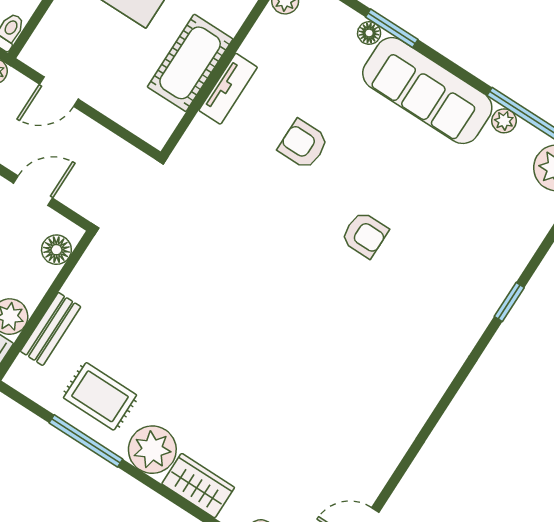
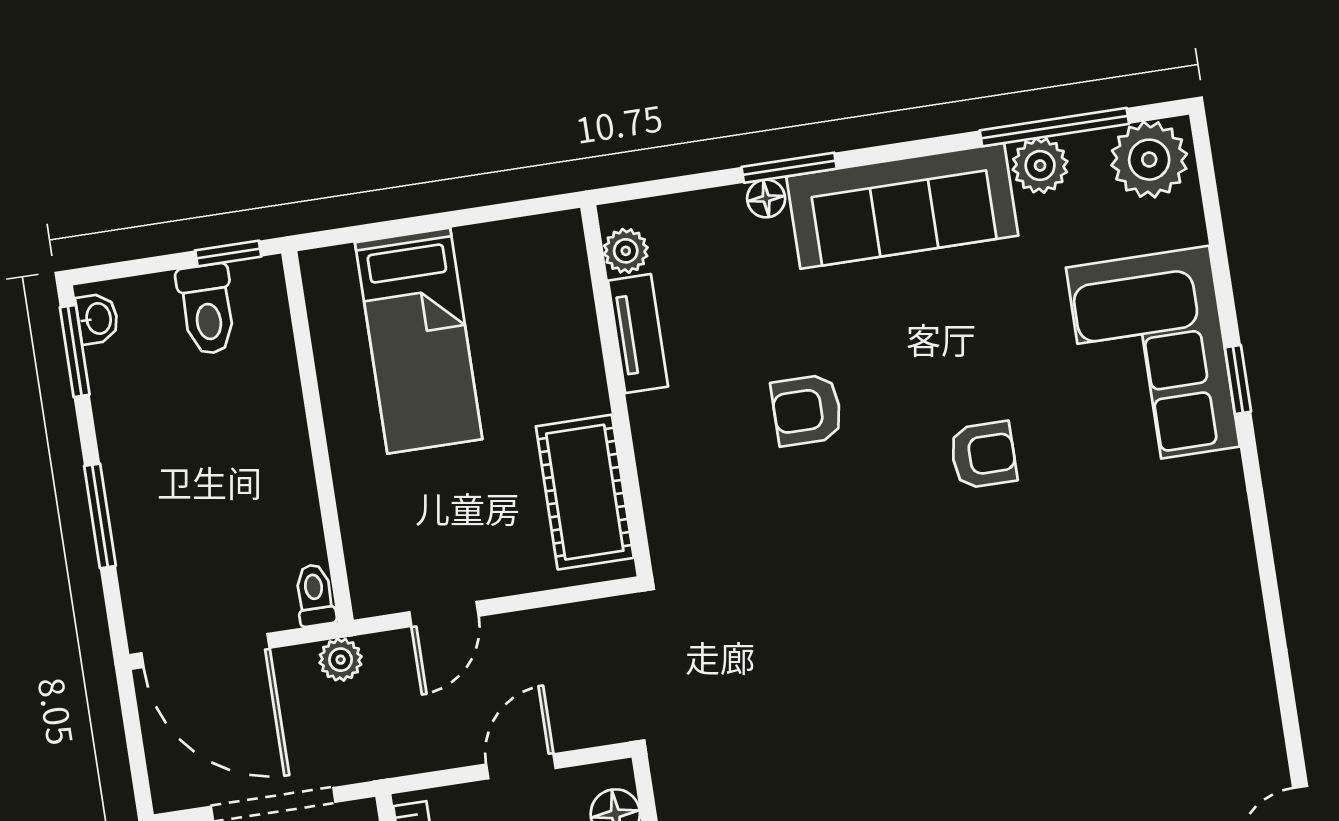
cot: (190, 63) -> (585, 492), moved
tv unit: (228, 89) -> (638, 334), moved
plant: (504, 121) -> (1040, 165), width x1.38, depth x1.38
corner sofa: (480, 258) -> (1153, 357), added

